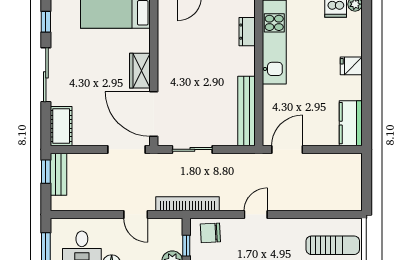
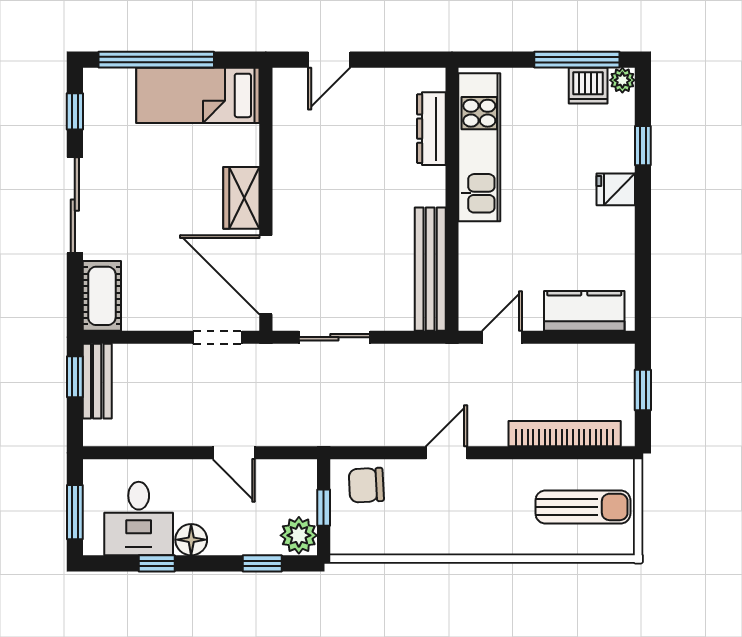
dresser: (247, 32) -> (431, 129), width x1.44
window: (367, 41) -> (643, 146), added
kitchen counter: (351, 123) -> (584, 311), moved, turned 90
doorway: (127, 149) -> (218, 337), width x0.73
door: (287, 149) -> (502, 337), width x0.73
window: (367, 179) -> (643, 390), added
bookcase: (188, 204) -> (565, 434), moved

